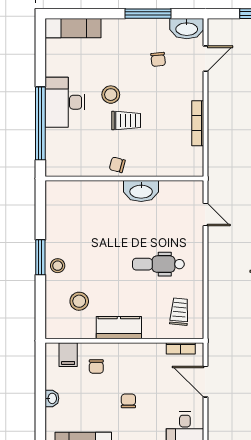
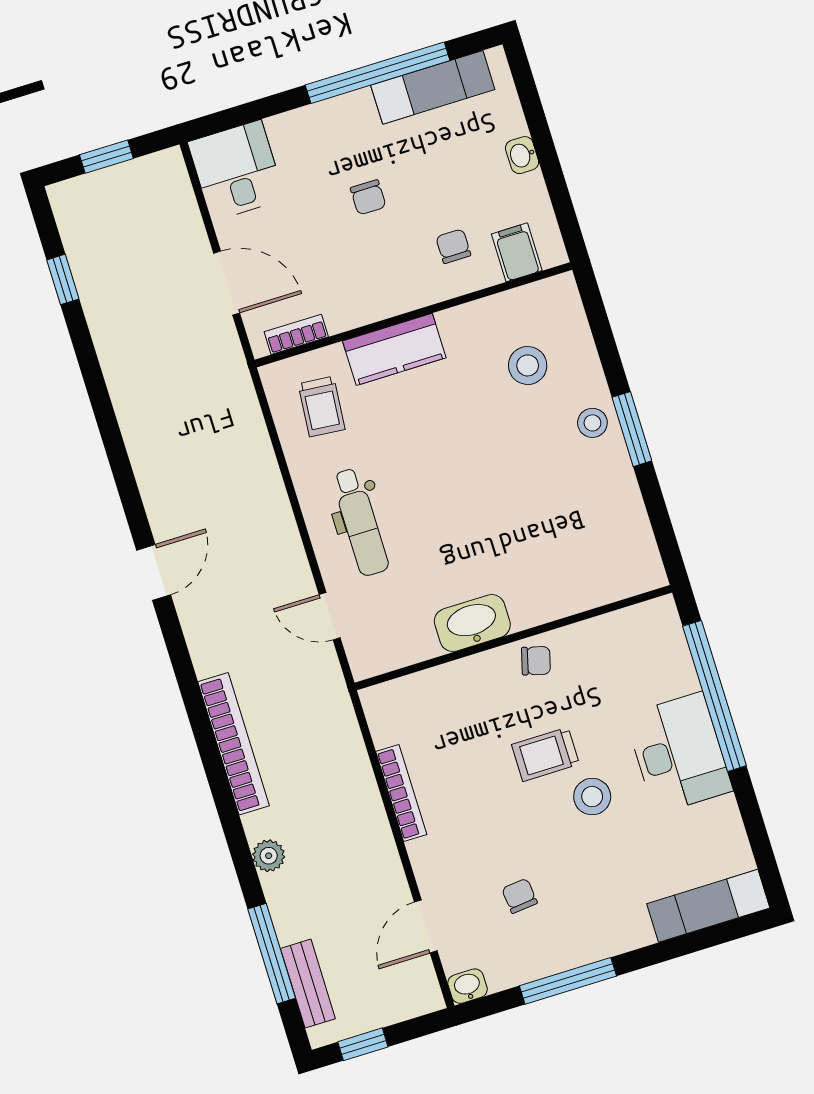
washbasin: (187, 29) -> (468, 986), width x0.52, depth x0.69
dental chair: (158, 264) -> (360, 522), moved, turned 90
kitchen counter: (119, 328) -> (394, 349), moved

